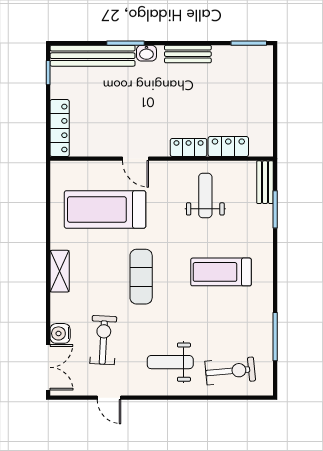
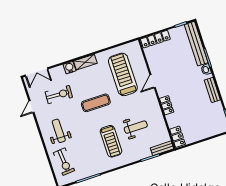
locker: (228, 147) -> (177, 137), moved
weight bench: (205, 196) -> (136, 127), moved
treadmill: (221, 272) -> (111, 141), turned 180
water cooler: (60, 333) -> (70, 68), moved

